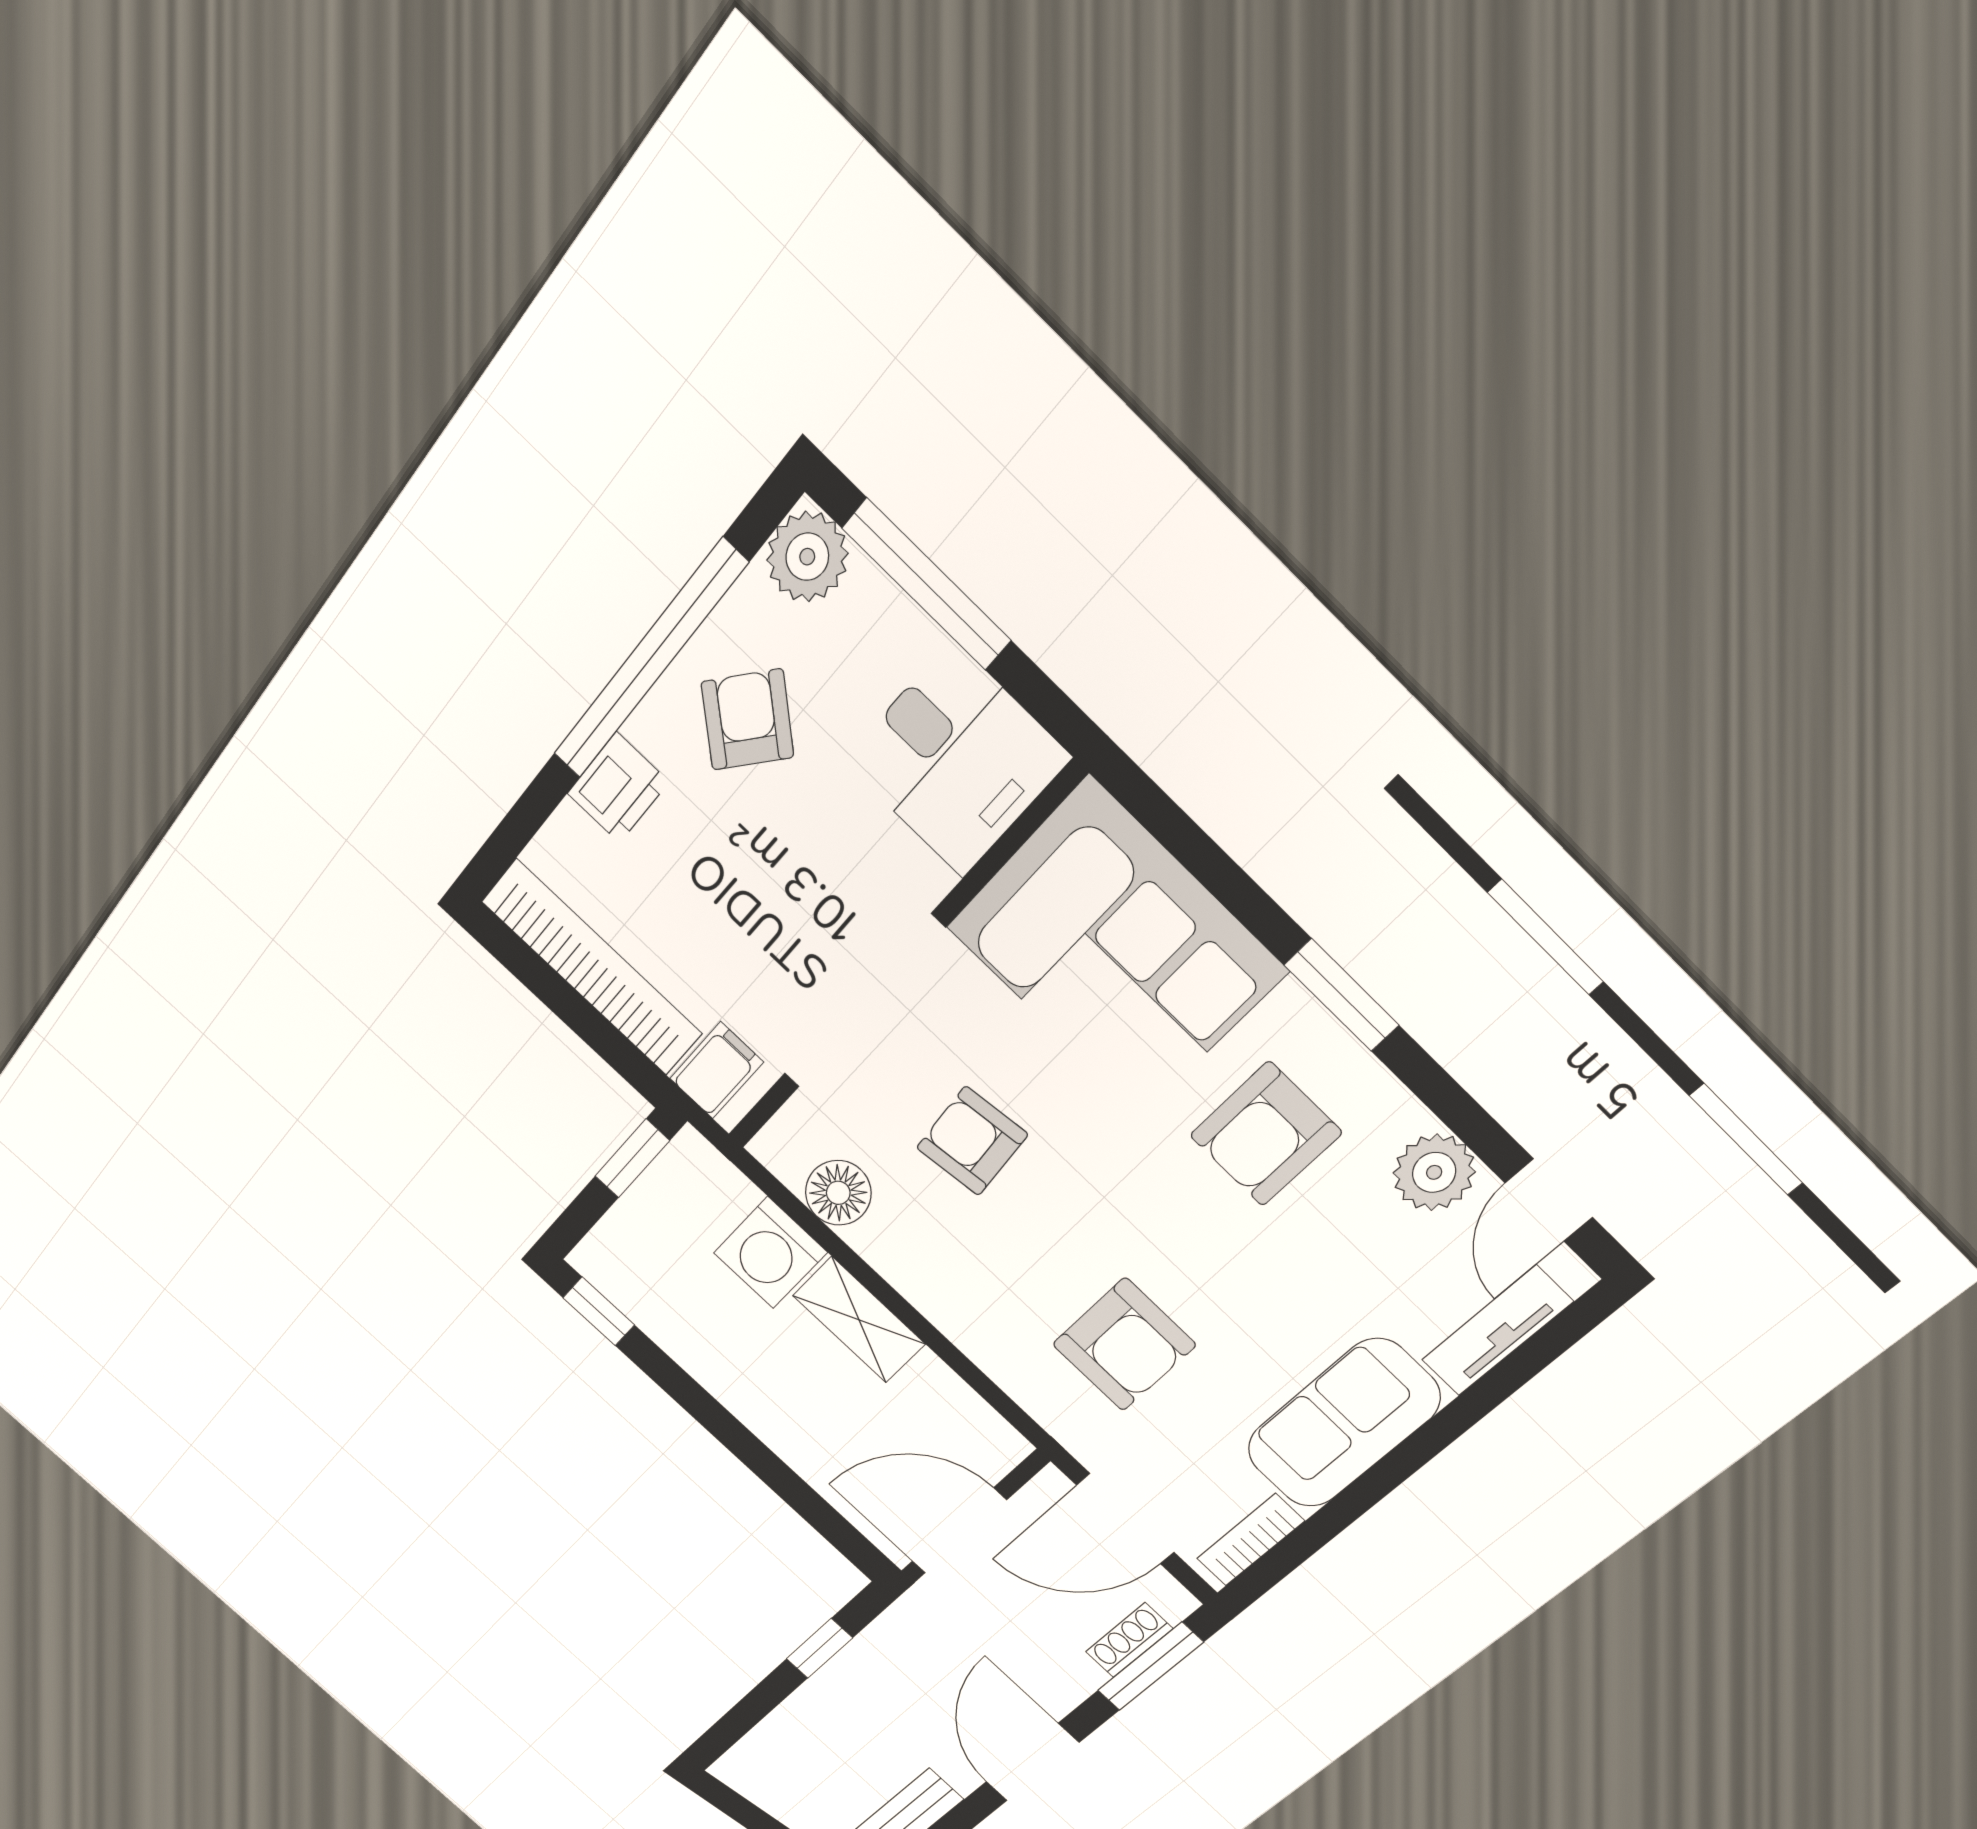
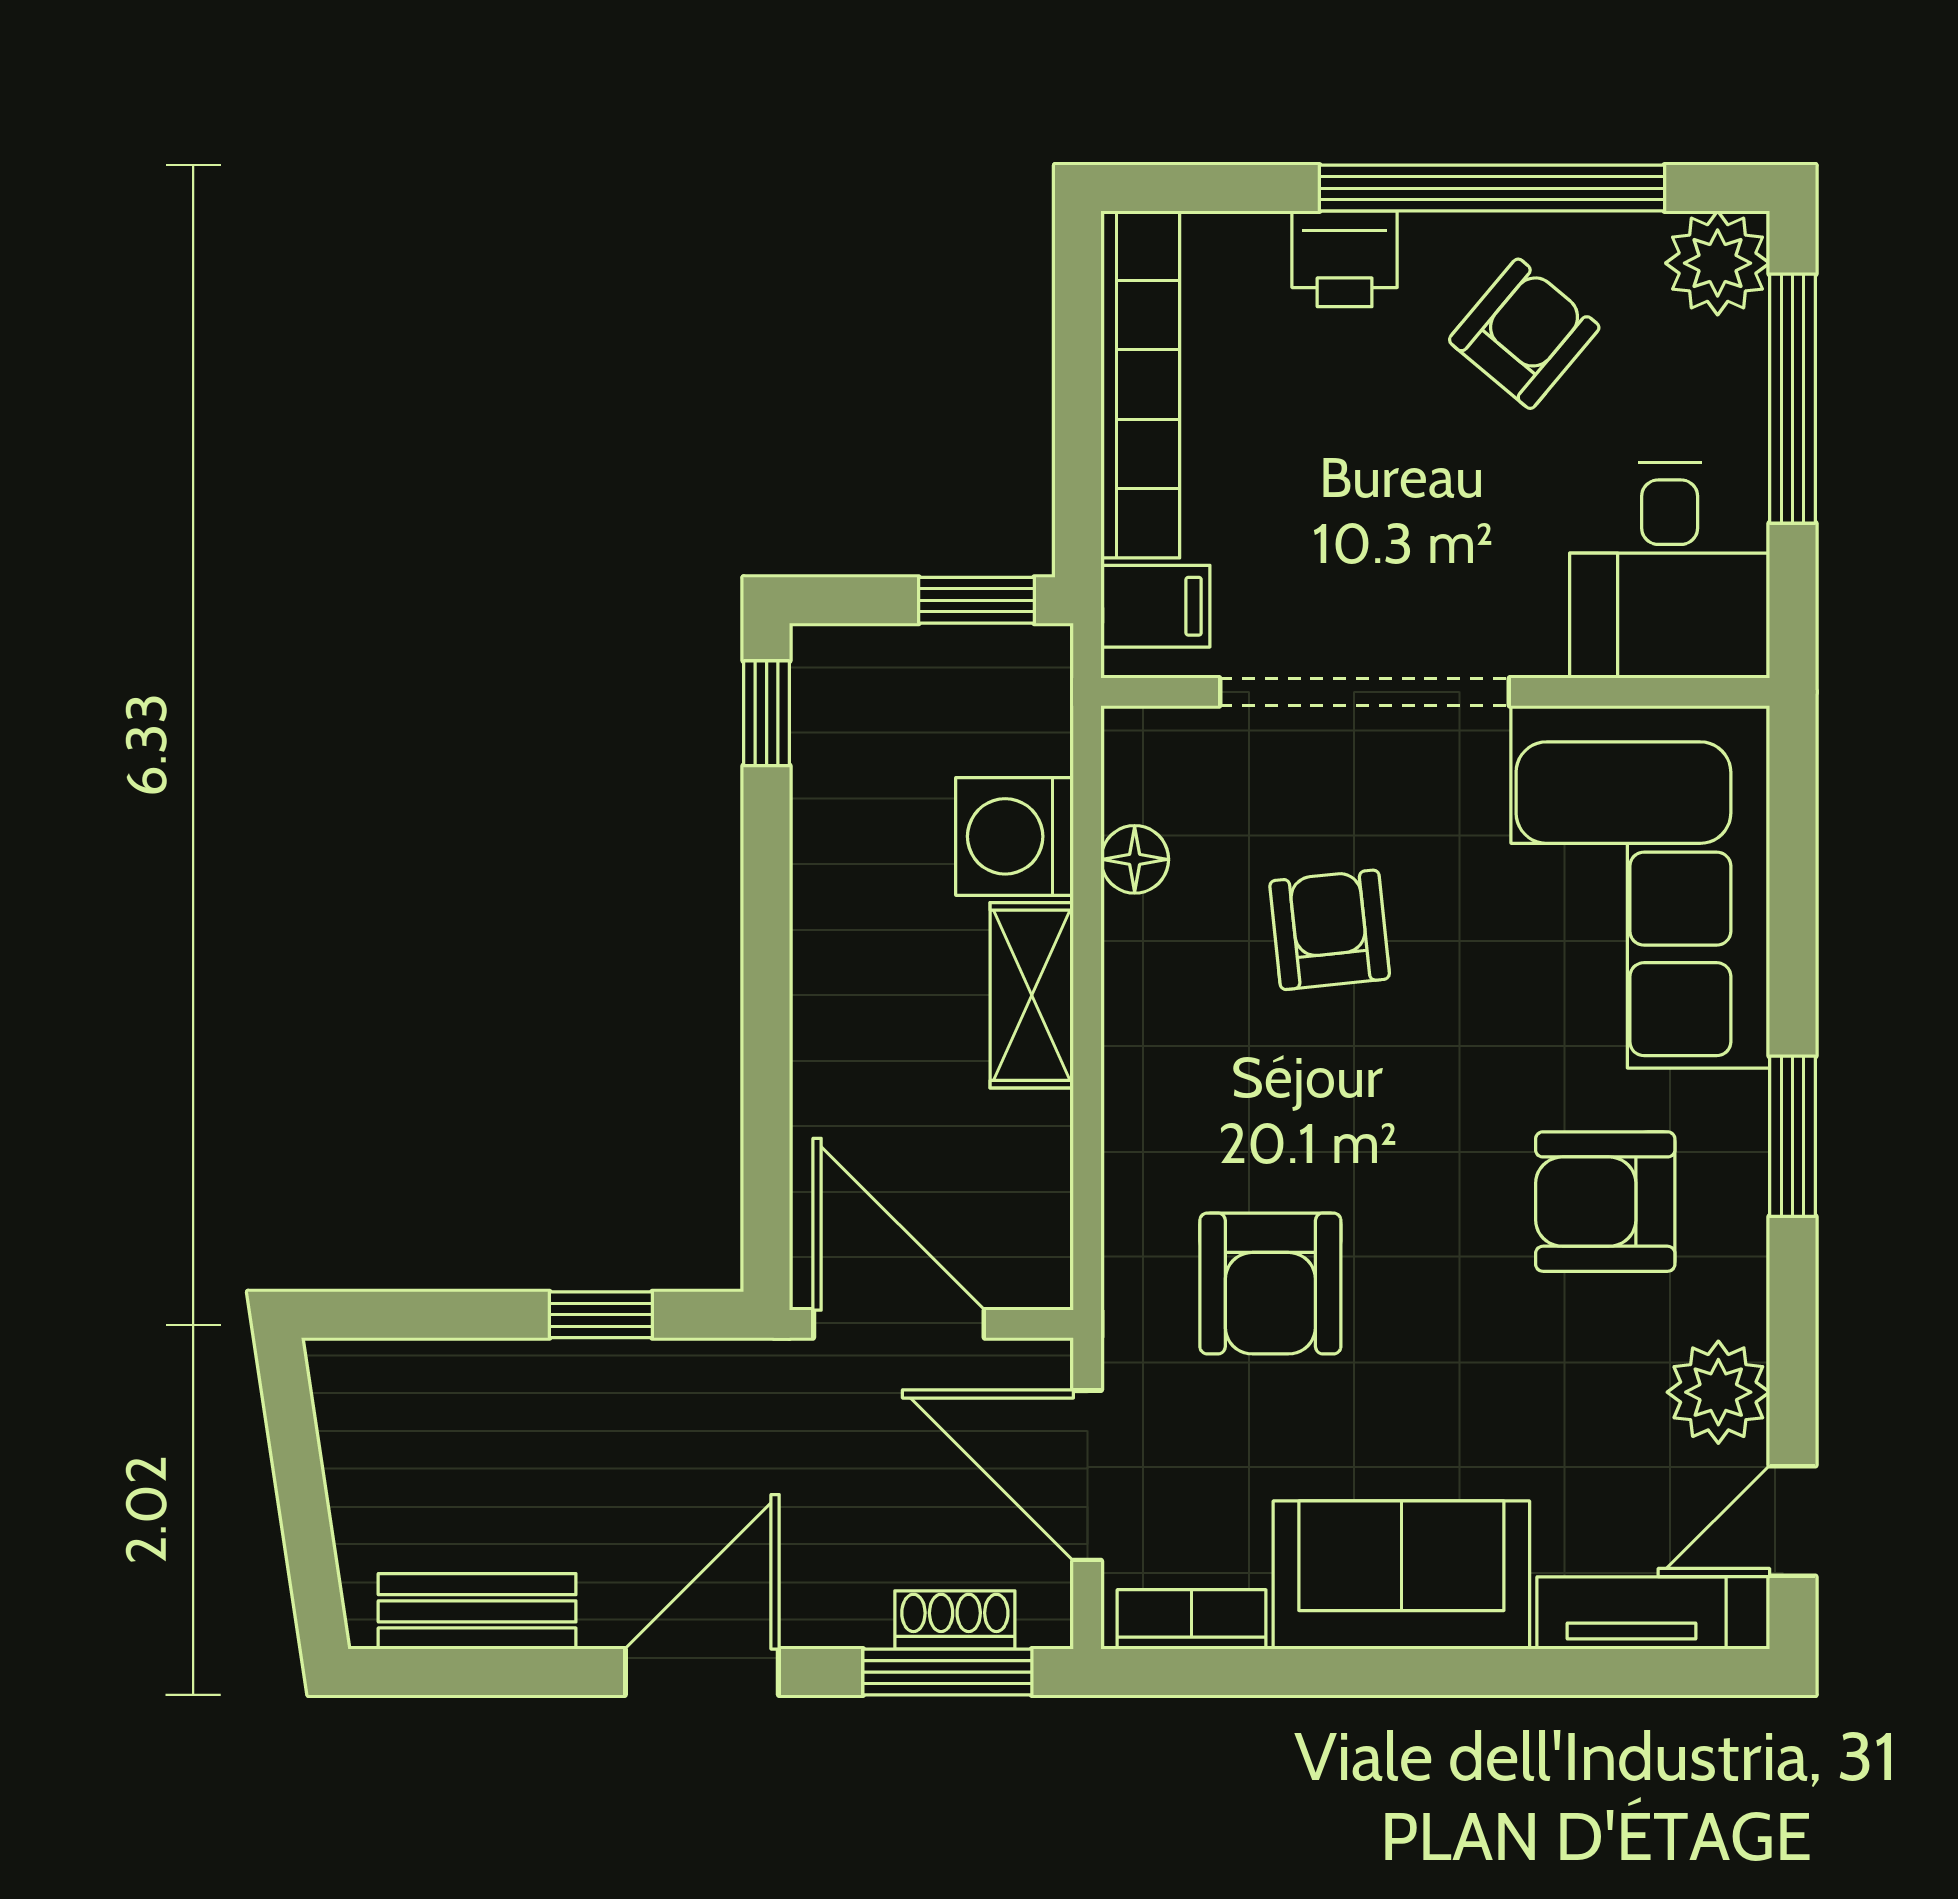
floor lamp: (838, 1193) -> (1135, 859), width x0.73, depth x0.73

